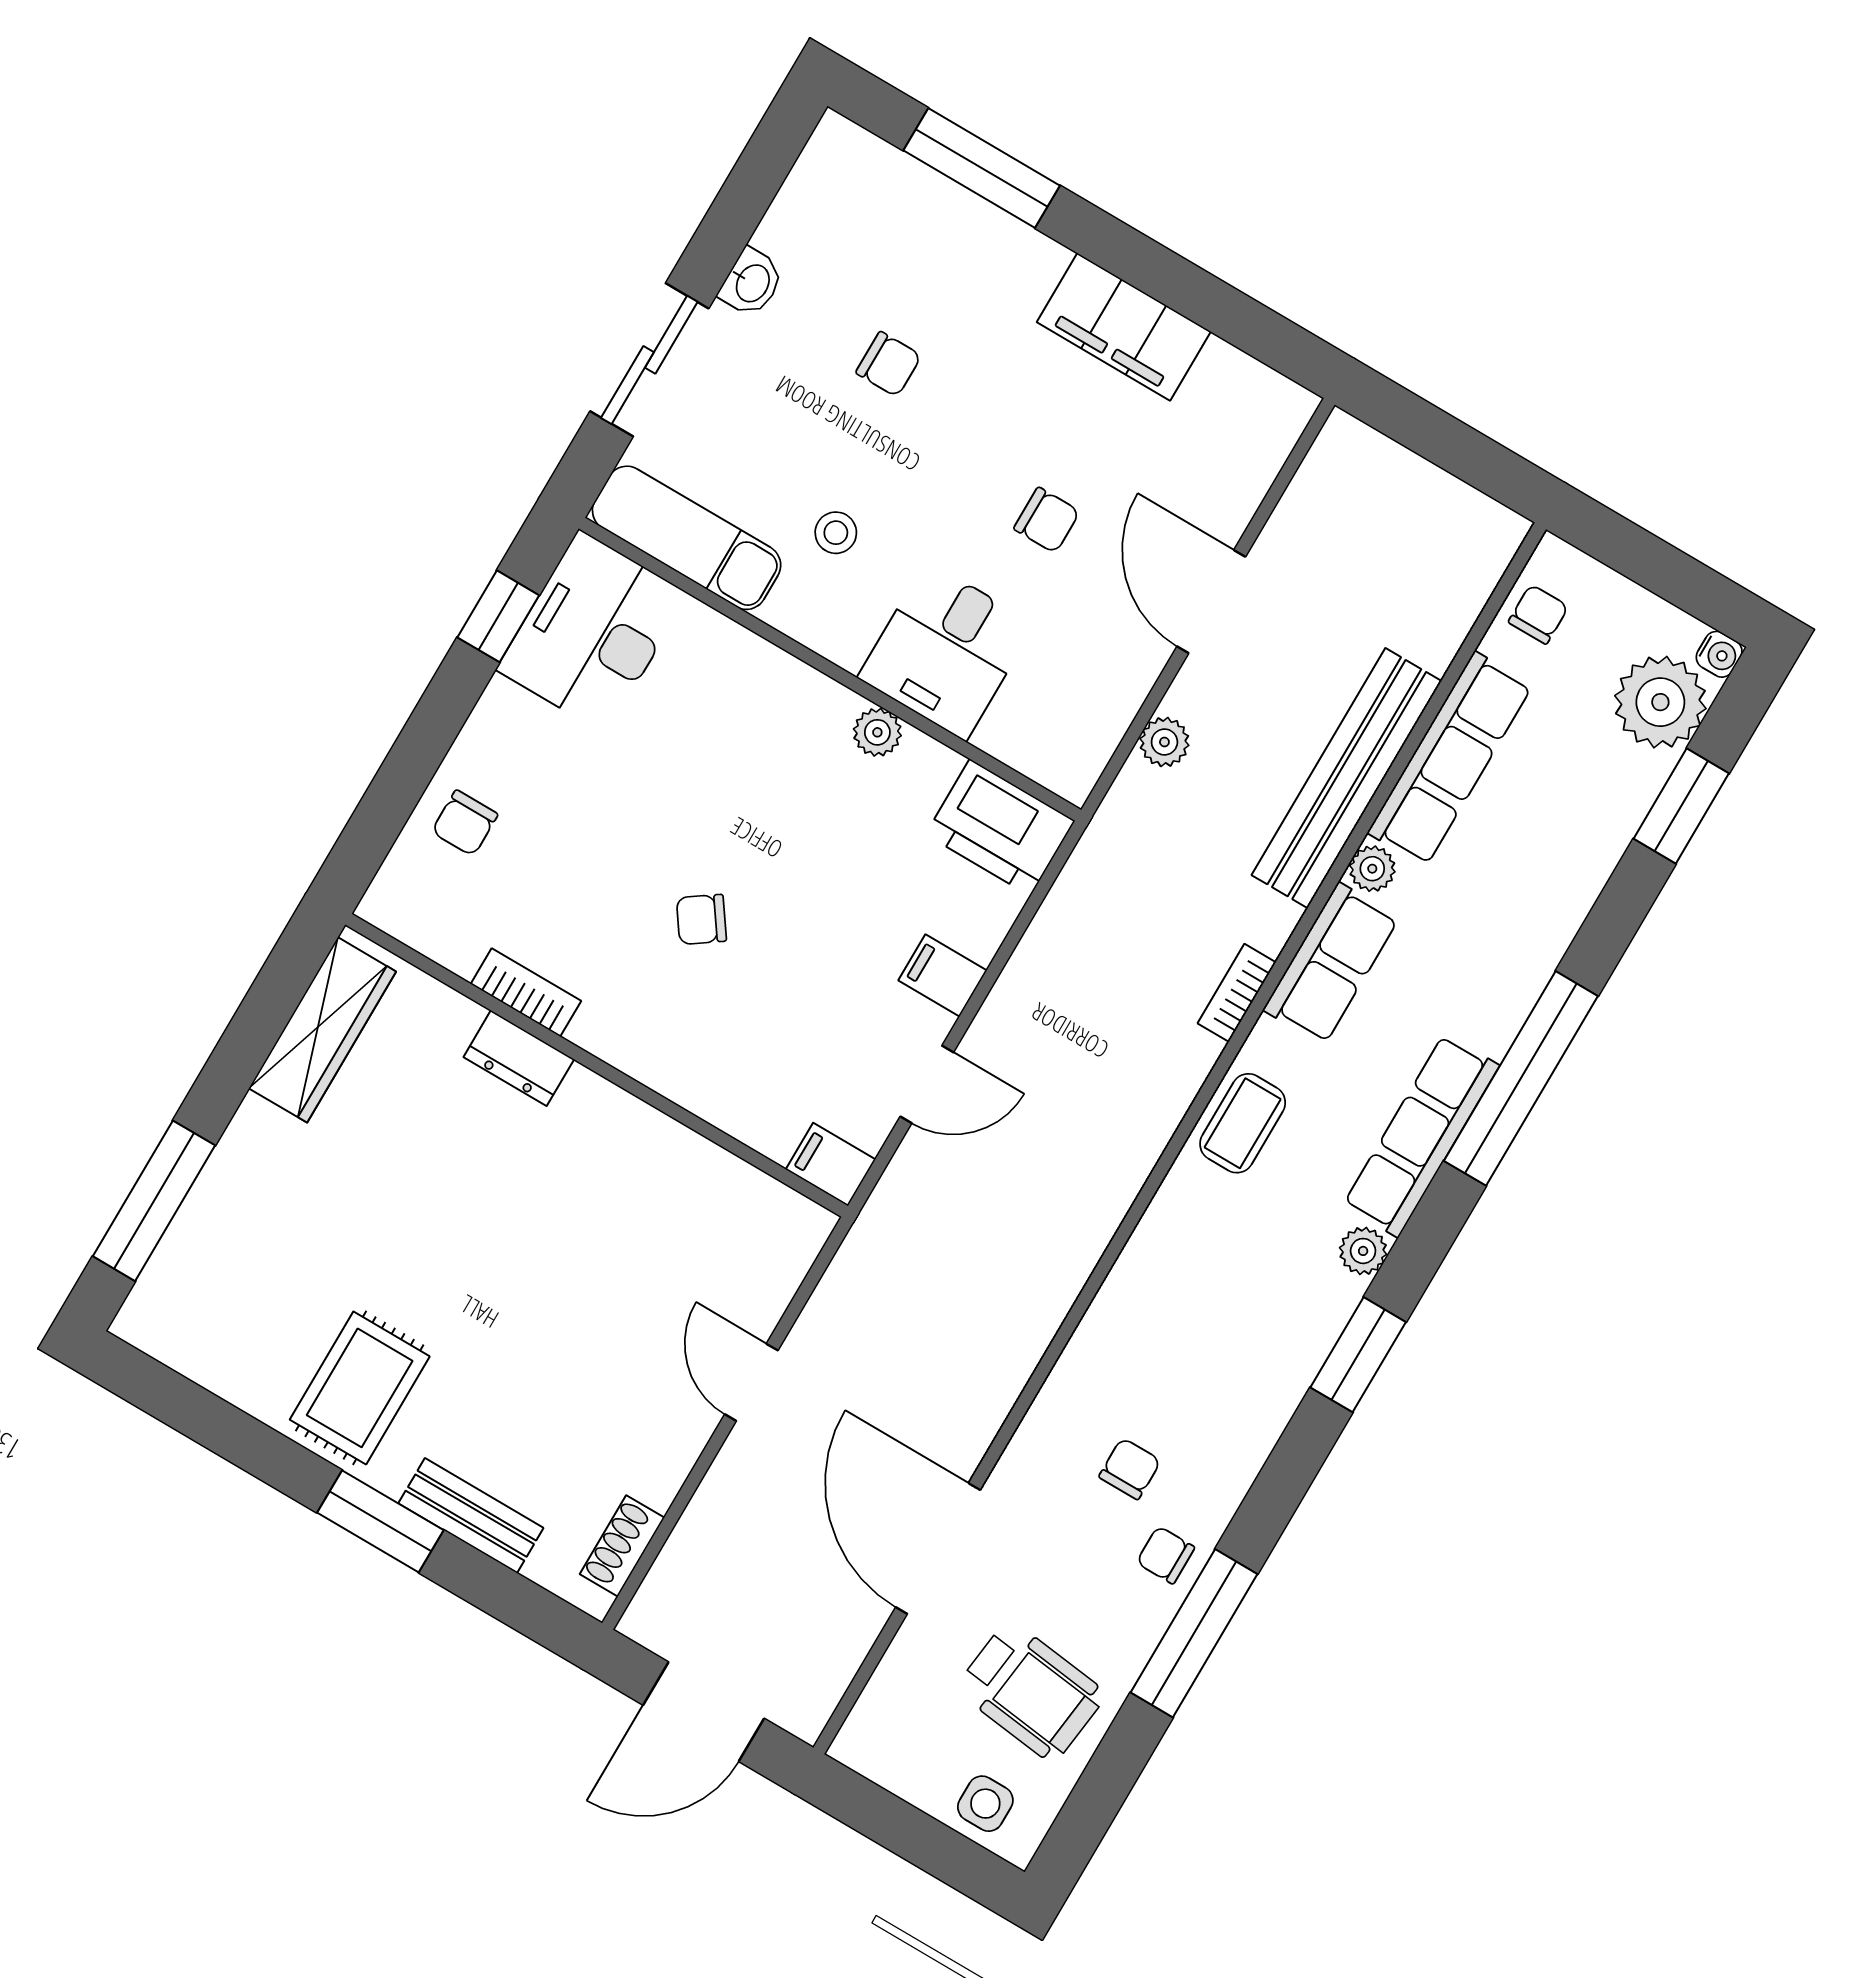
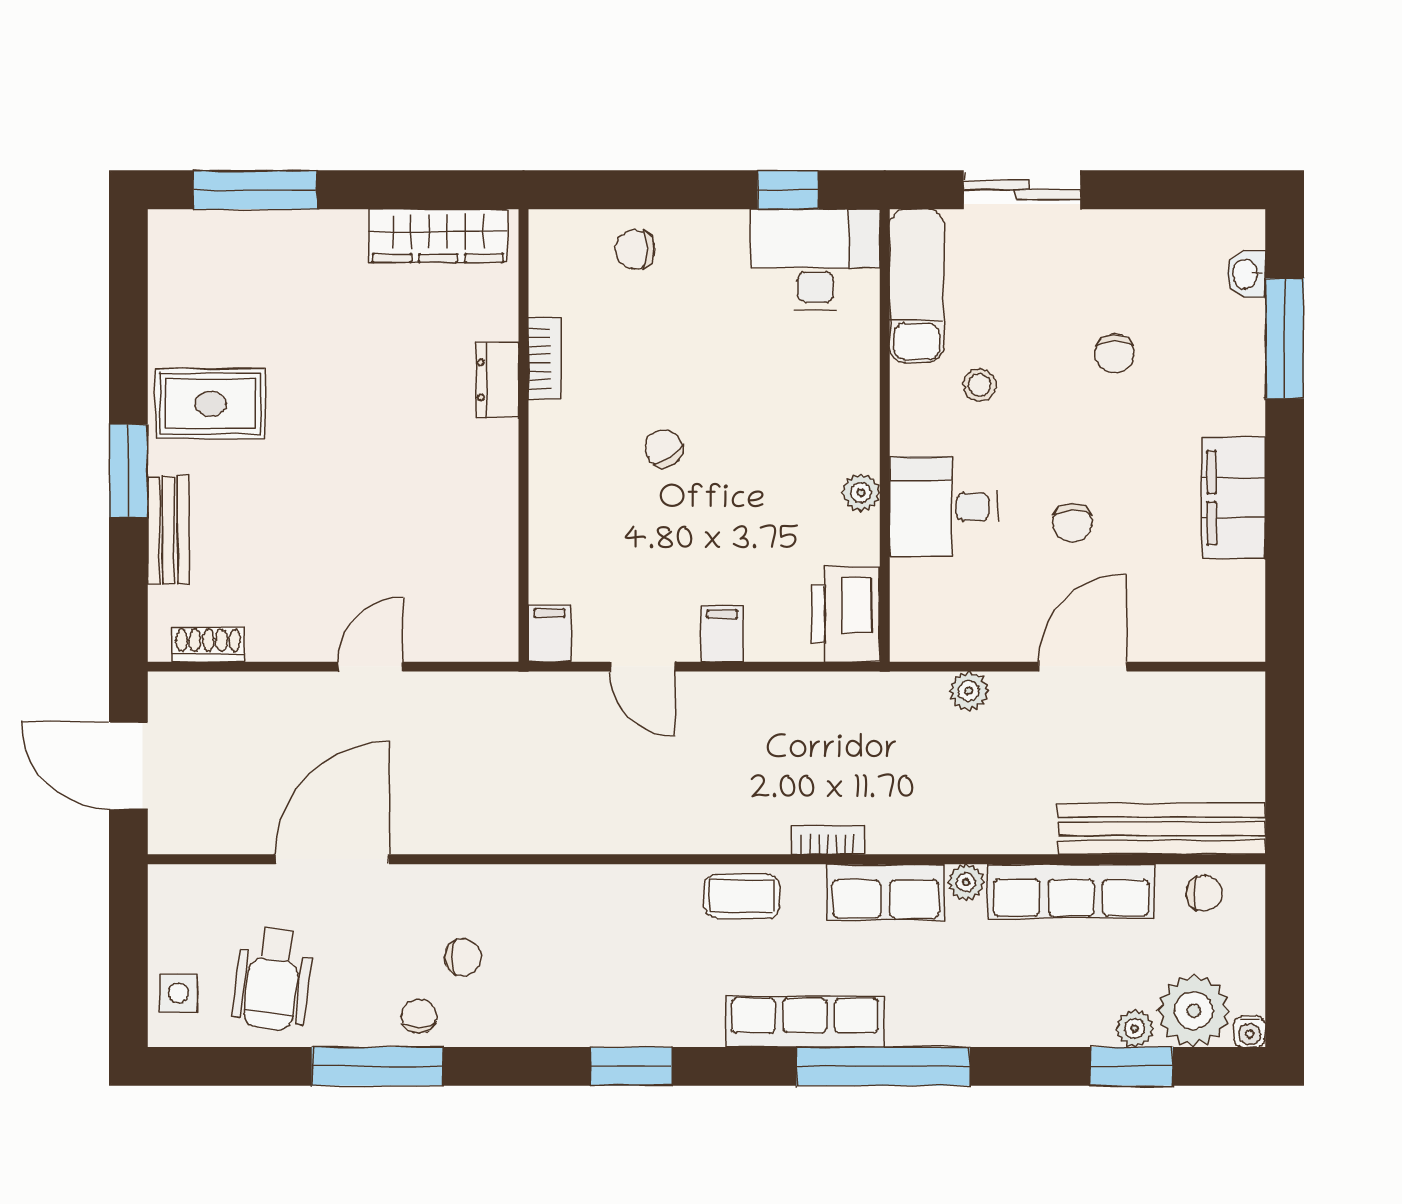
washbasin: (752, 283) -> (1246, 274), moved, turned 90
bench: (1347, 778) -> (1162, 829), moved
plant: (1363, 1251) -> (1135, 1028), moved

